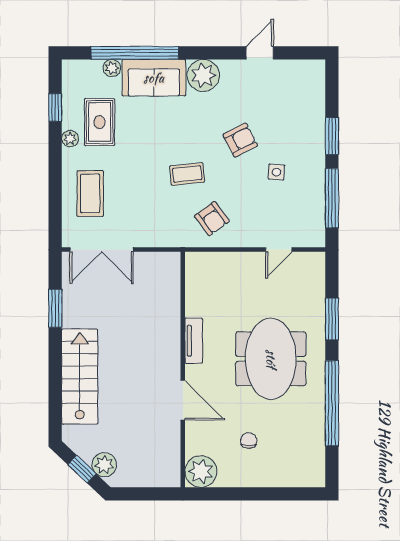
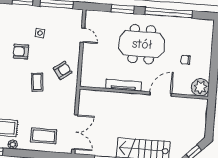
armchair: (240, 140) -> (21, 52), turned -63
tv unit: (194, 341) -> (123, 85), width x1.41
plant: (104, 465) -> (192, 140), removed

